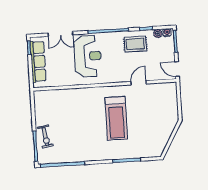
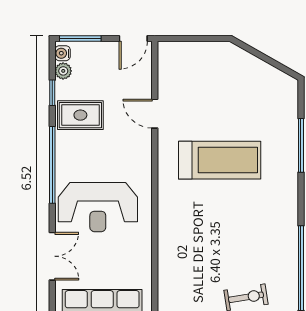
rug: (135, 44) -> (80, 115), turned 90
reception desk: (88, 56) -> (98, 207), turned 180

